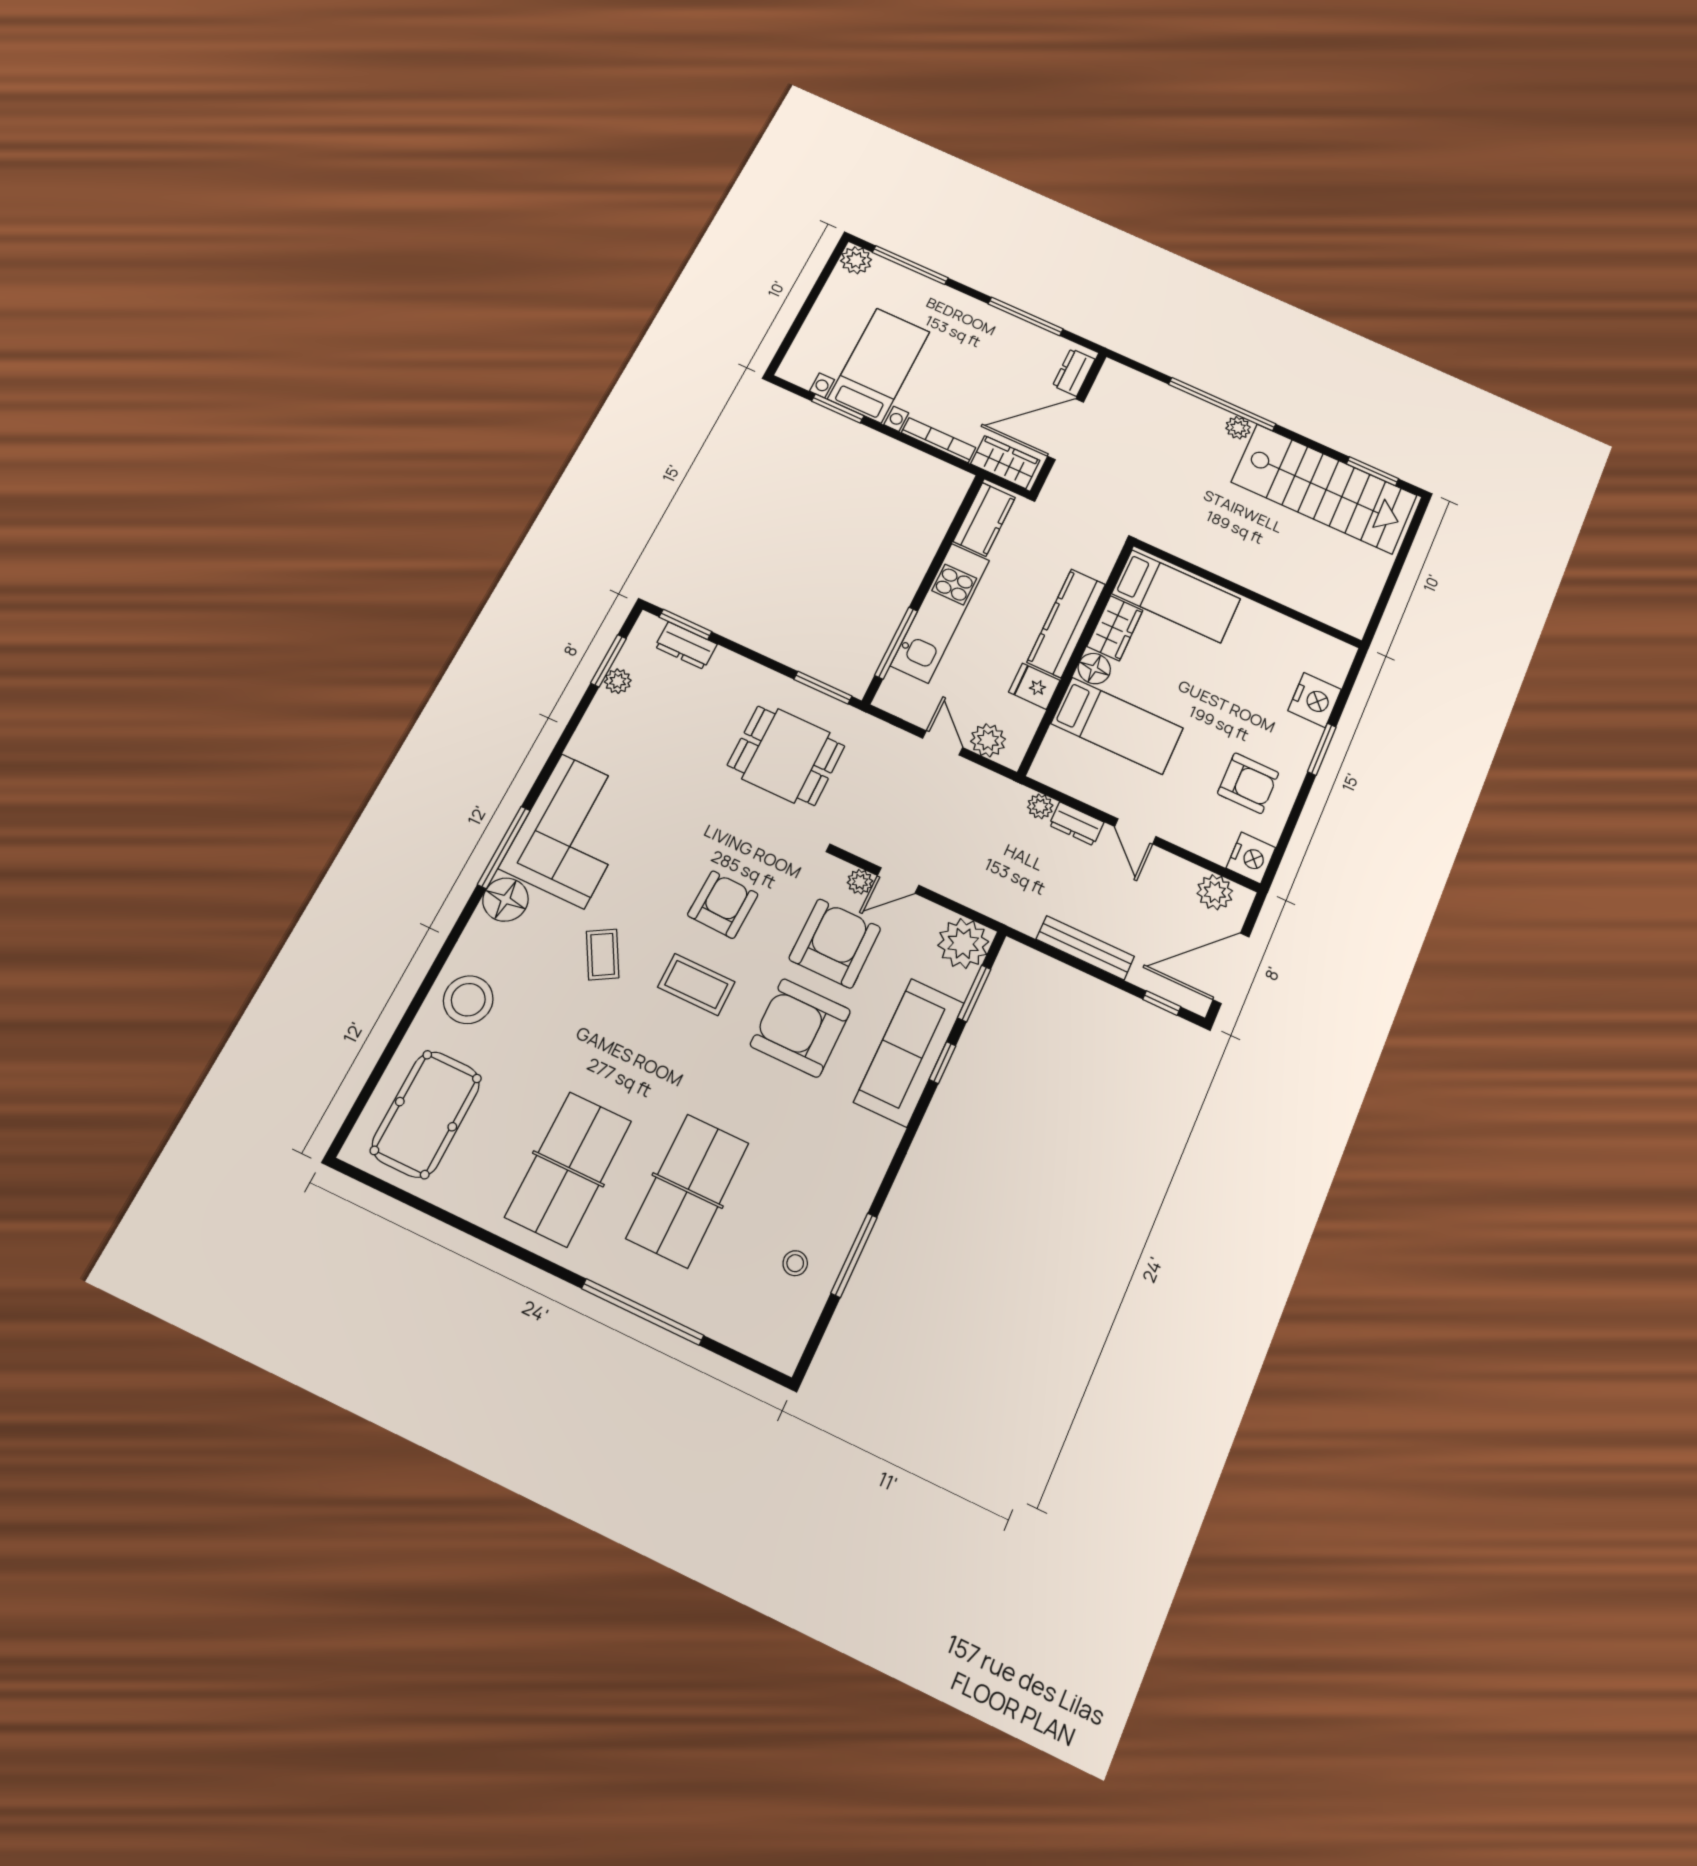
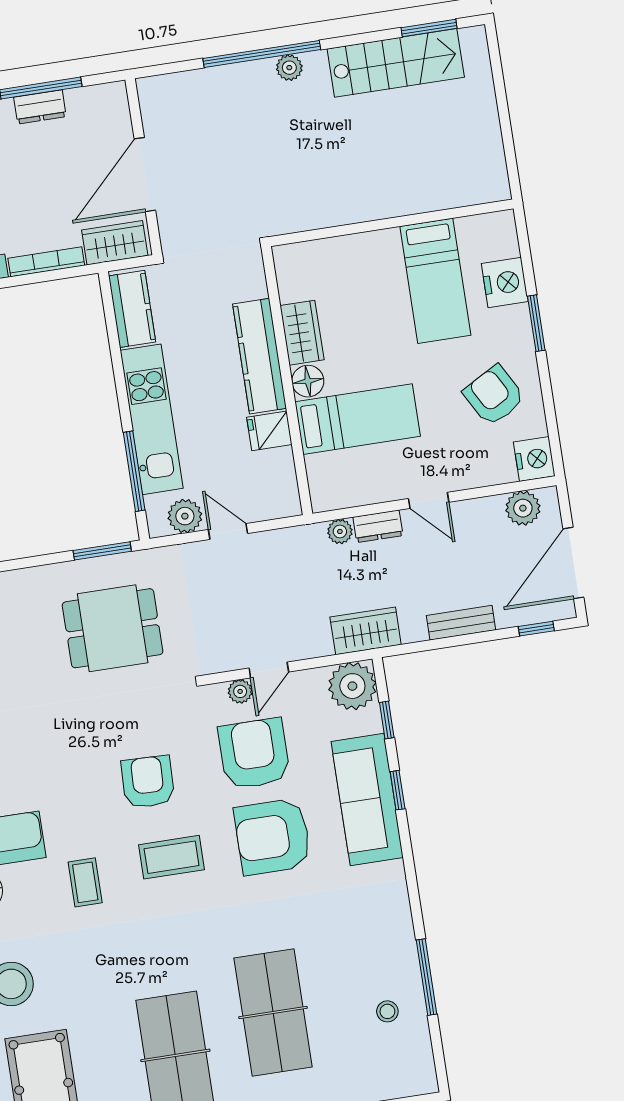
dresser: (1074, 372) -> (40, 107), moved, turned -90
stairs: (1324, 489) -> (396, 63), width x0.73, depth x0.66
bed: (1176, 596) -> (435, 281), moved, turned 90
plant: (988, 740) -> (185, 516), moved
armchair: (1248, 783) -> (494, 395), turned -119
wardrobe: (1007, 904) -> (366, 631), added
bench: (1085, 948) -> (461, 623), width x0.73
coffee table: (603, 954) -> (85, 882), turned 30
window: (974, 994) -> (387, 720), width x0.67

